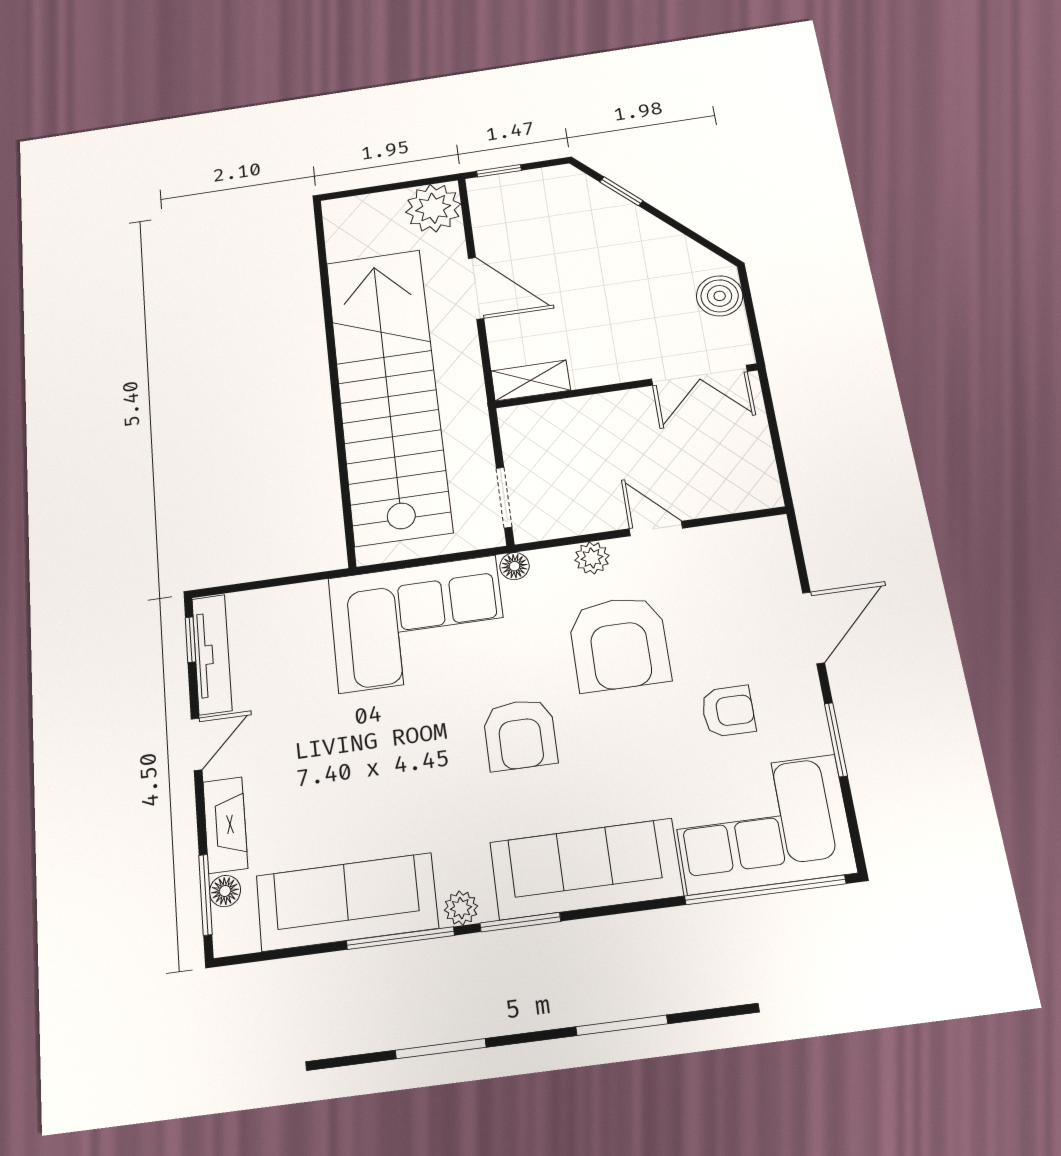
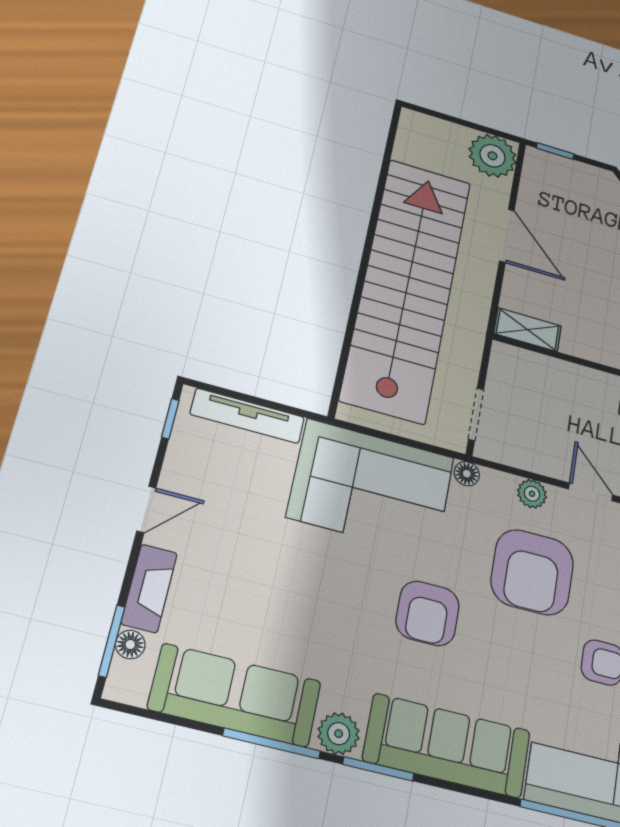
tv unit: (212, 654) -> (247, 416), moved, turned 90
plant: (461, 908) -> (339, 734), width x1.38, depth x1.38

